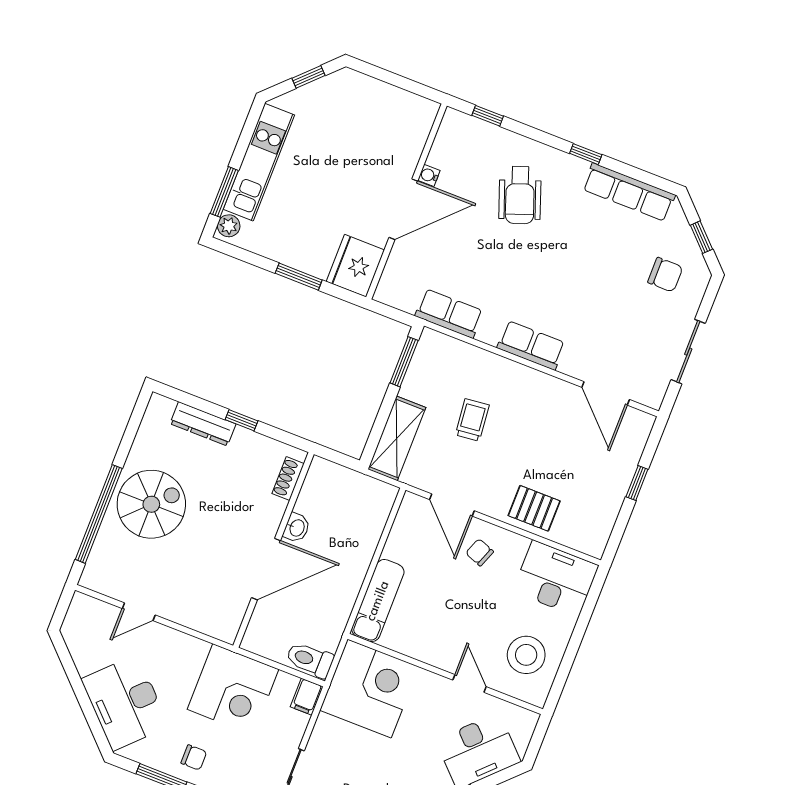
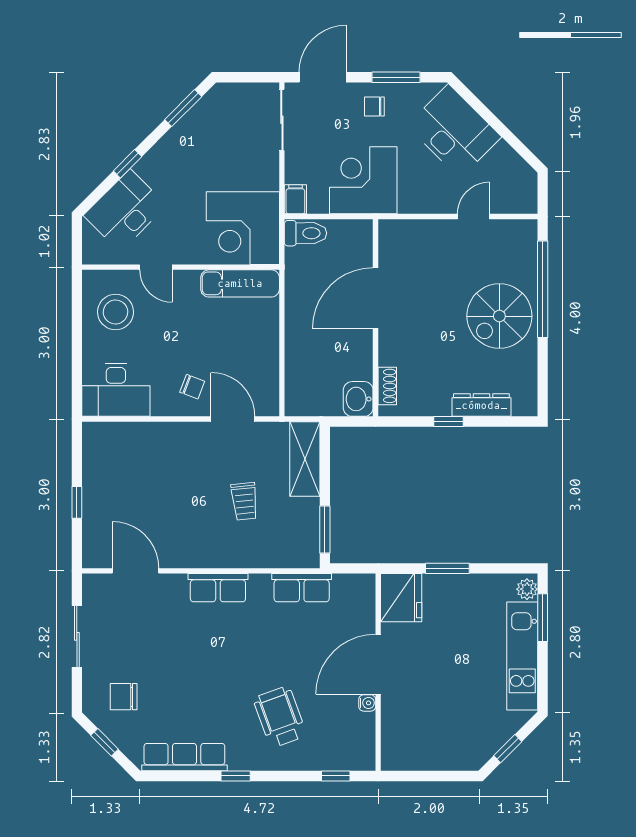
pallet: (534, 508) -> (159, 445), removed
washbasin: (297, 528) -> (358, 399), moved, width x1.38, depth x1.45
exam couch: (378, 601) -> (240, 283), moved, turned -90

